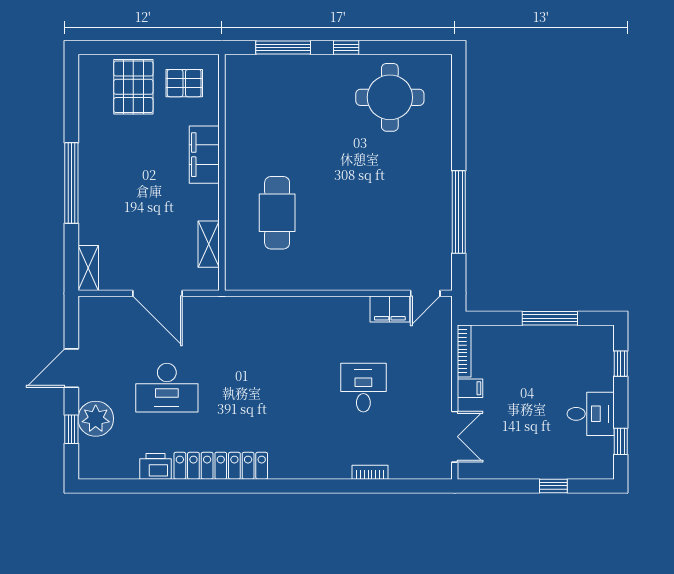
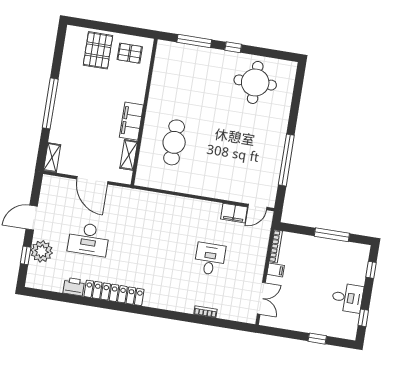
filing cabinet: (204, 155) -> (131, 121), moved

